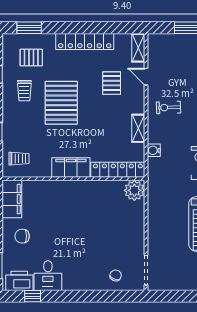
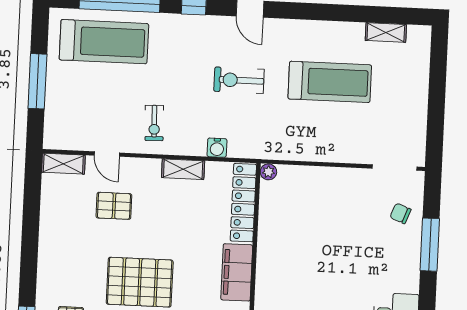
locker: (85, 42) -> (50, 243), removed
door: (146, 77) -> (107, 154), hinge flipped
plant: (134, 190) -> (268, 172), width x0.53, depth x0.53
window: (96, 296) -> (430, 245), added

